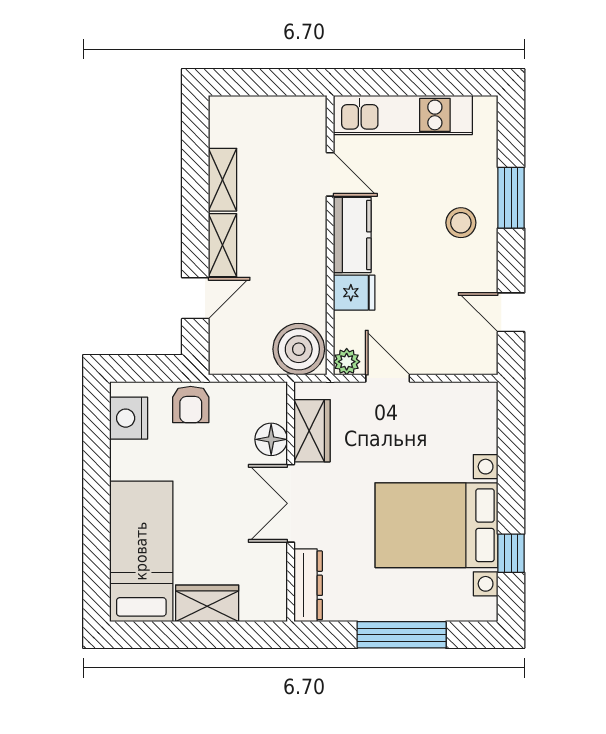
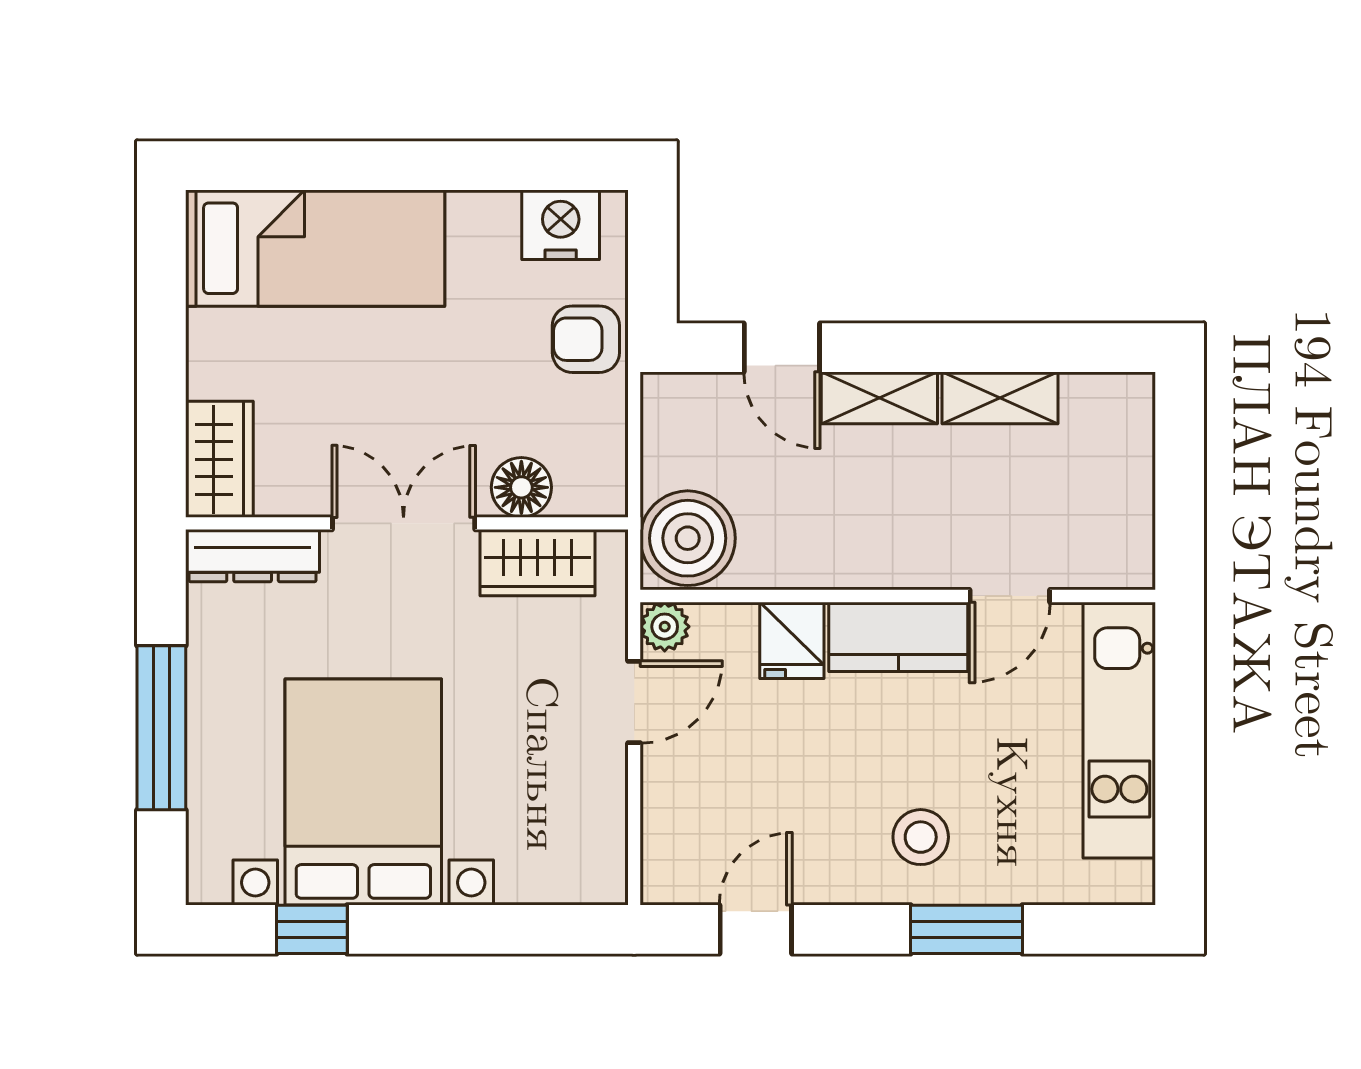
wardrobe: (207, 603) -> (219, 459), moved

